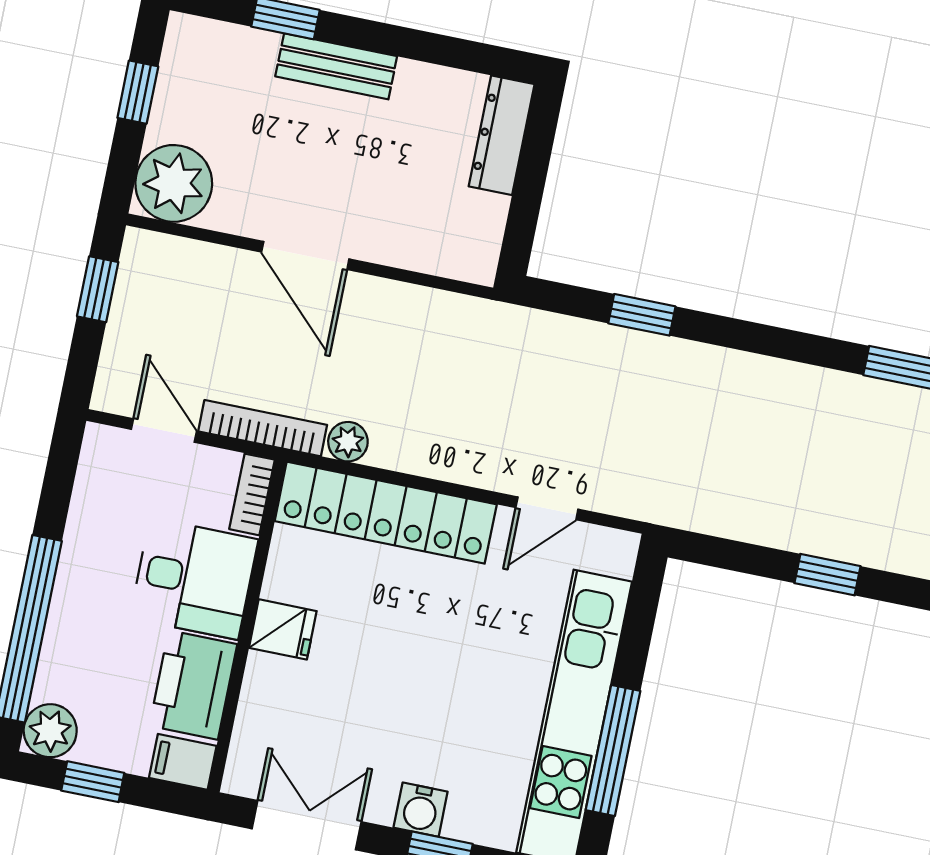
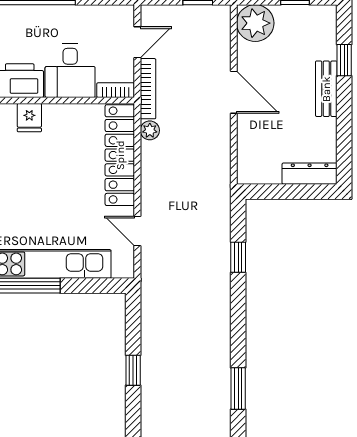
door: (305, 256) -> (234, 92), swing flipped
fridge: (283, 629) -> (29, 118), moved

